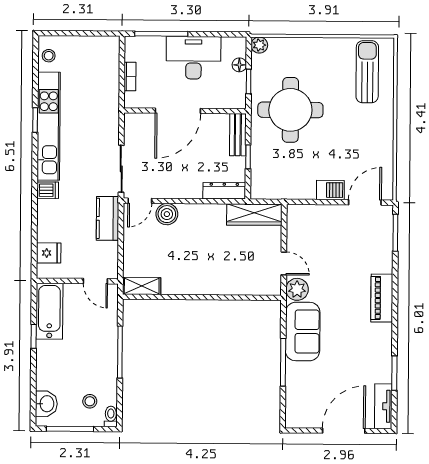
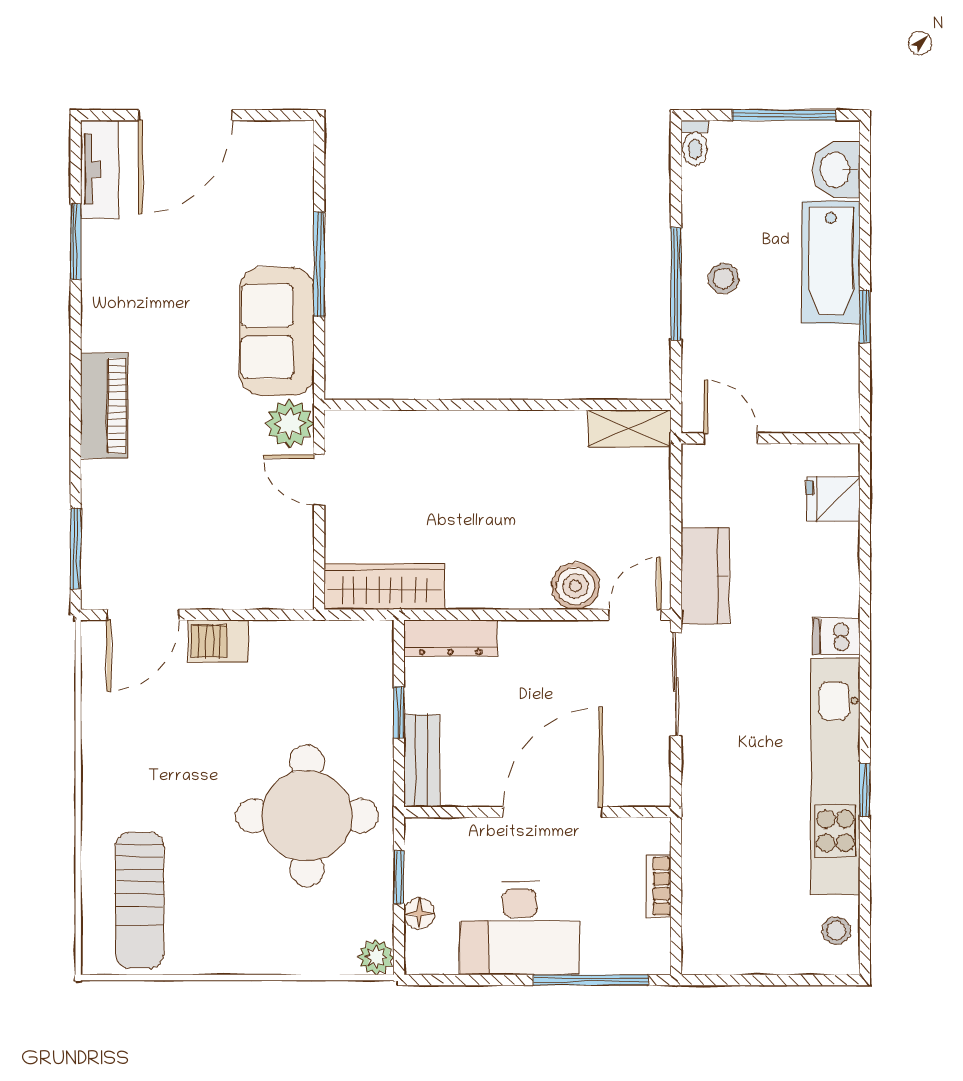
bathtub: (49, 311) -> (831, 262), moved
stool: (90, 401) -> (723, 278), moved

